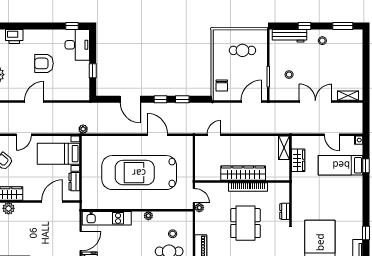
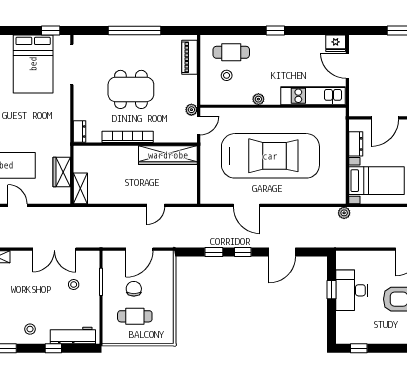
desk: (77, 45) -> (352, 290), moved
chair: (222, 85) -> (134, 289), moved
door: (130, 99) -> (282, 252), swing flipped
door: (251, 101) -> (139, 249), moved
double door: (315, 101) -> (54, 249), moved
door: (214, 135) -> (156, 205), moved
wardrobe: (243, 173) -> (168, 155), moved
door: (194, 196) -> (199, 125), swing flipped
dresser: (285, 211) -> (79, 132), moved
dining table: (245, 223) -> (131, 89), turned 90
door: (81, 241) -> (347, 66), hinge flipped

